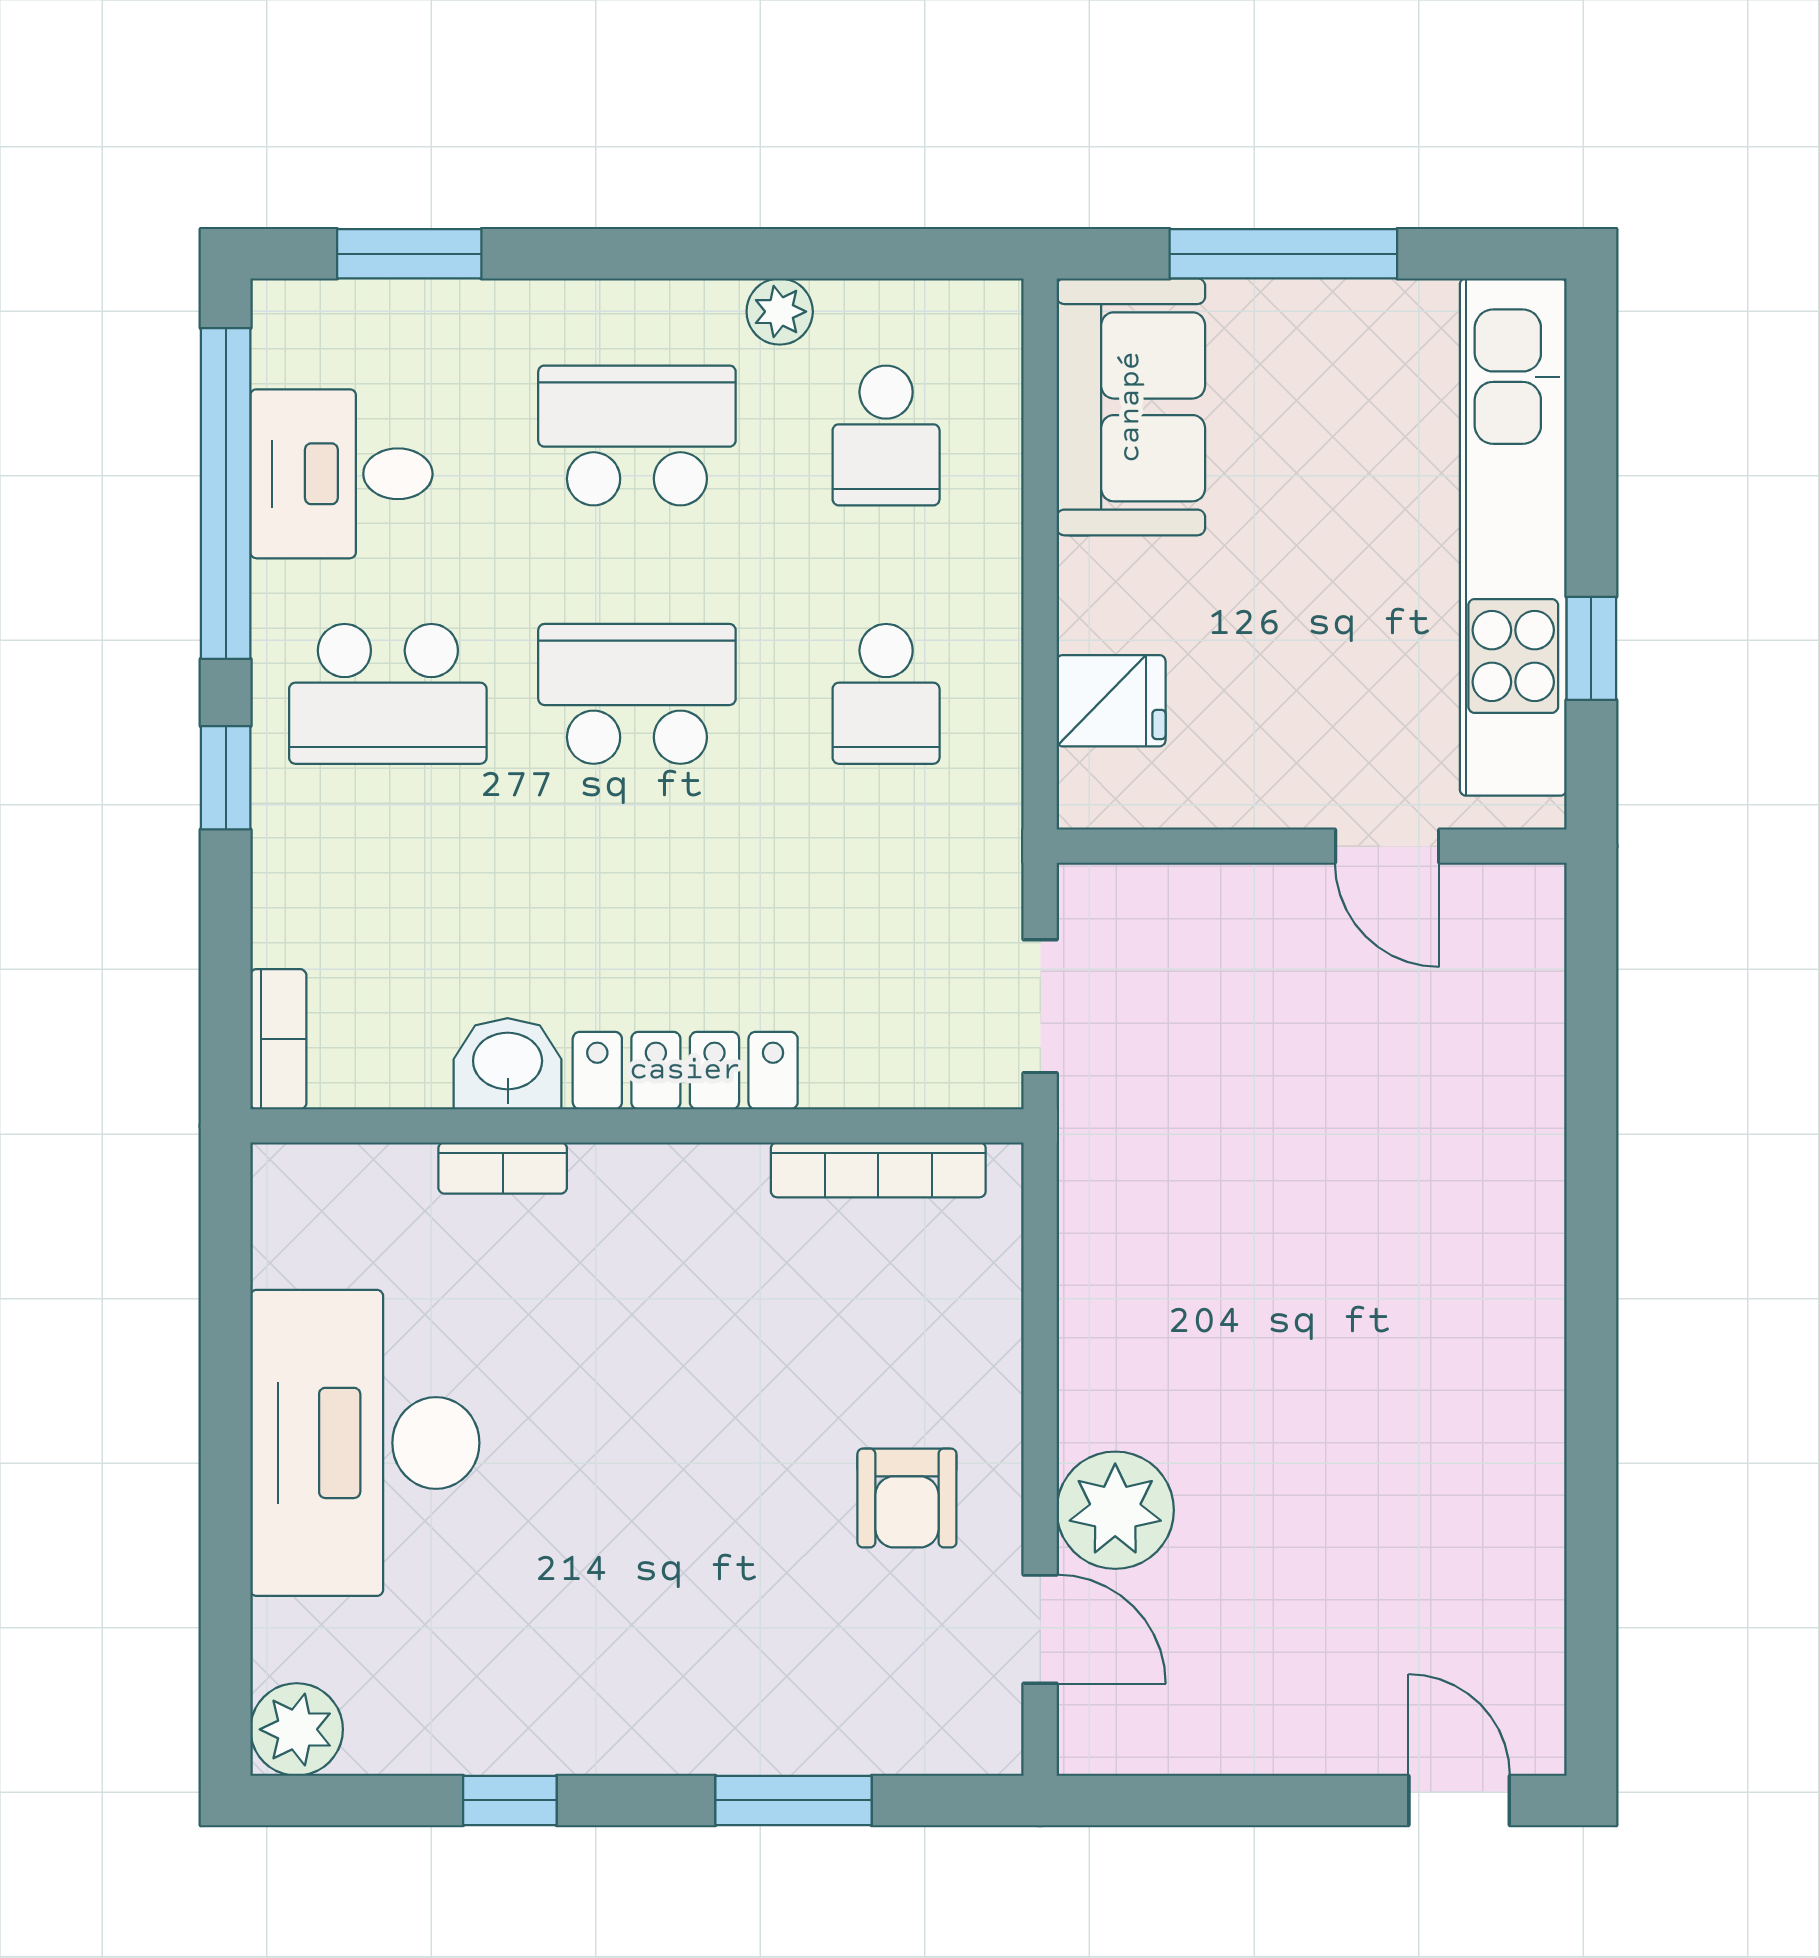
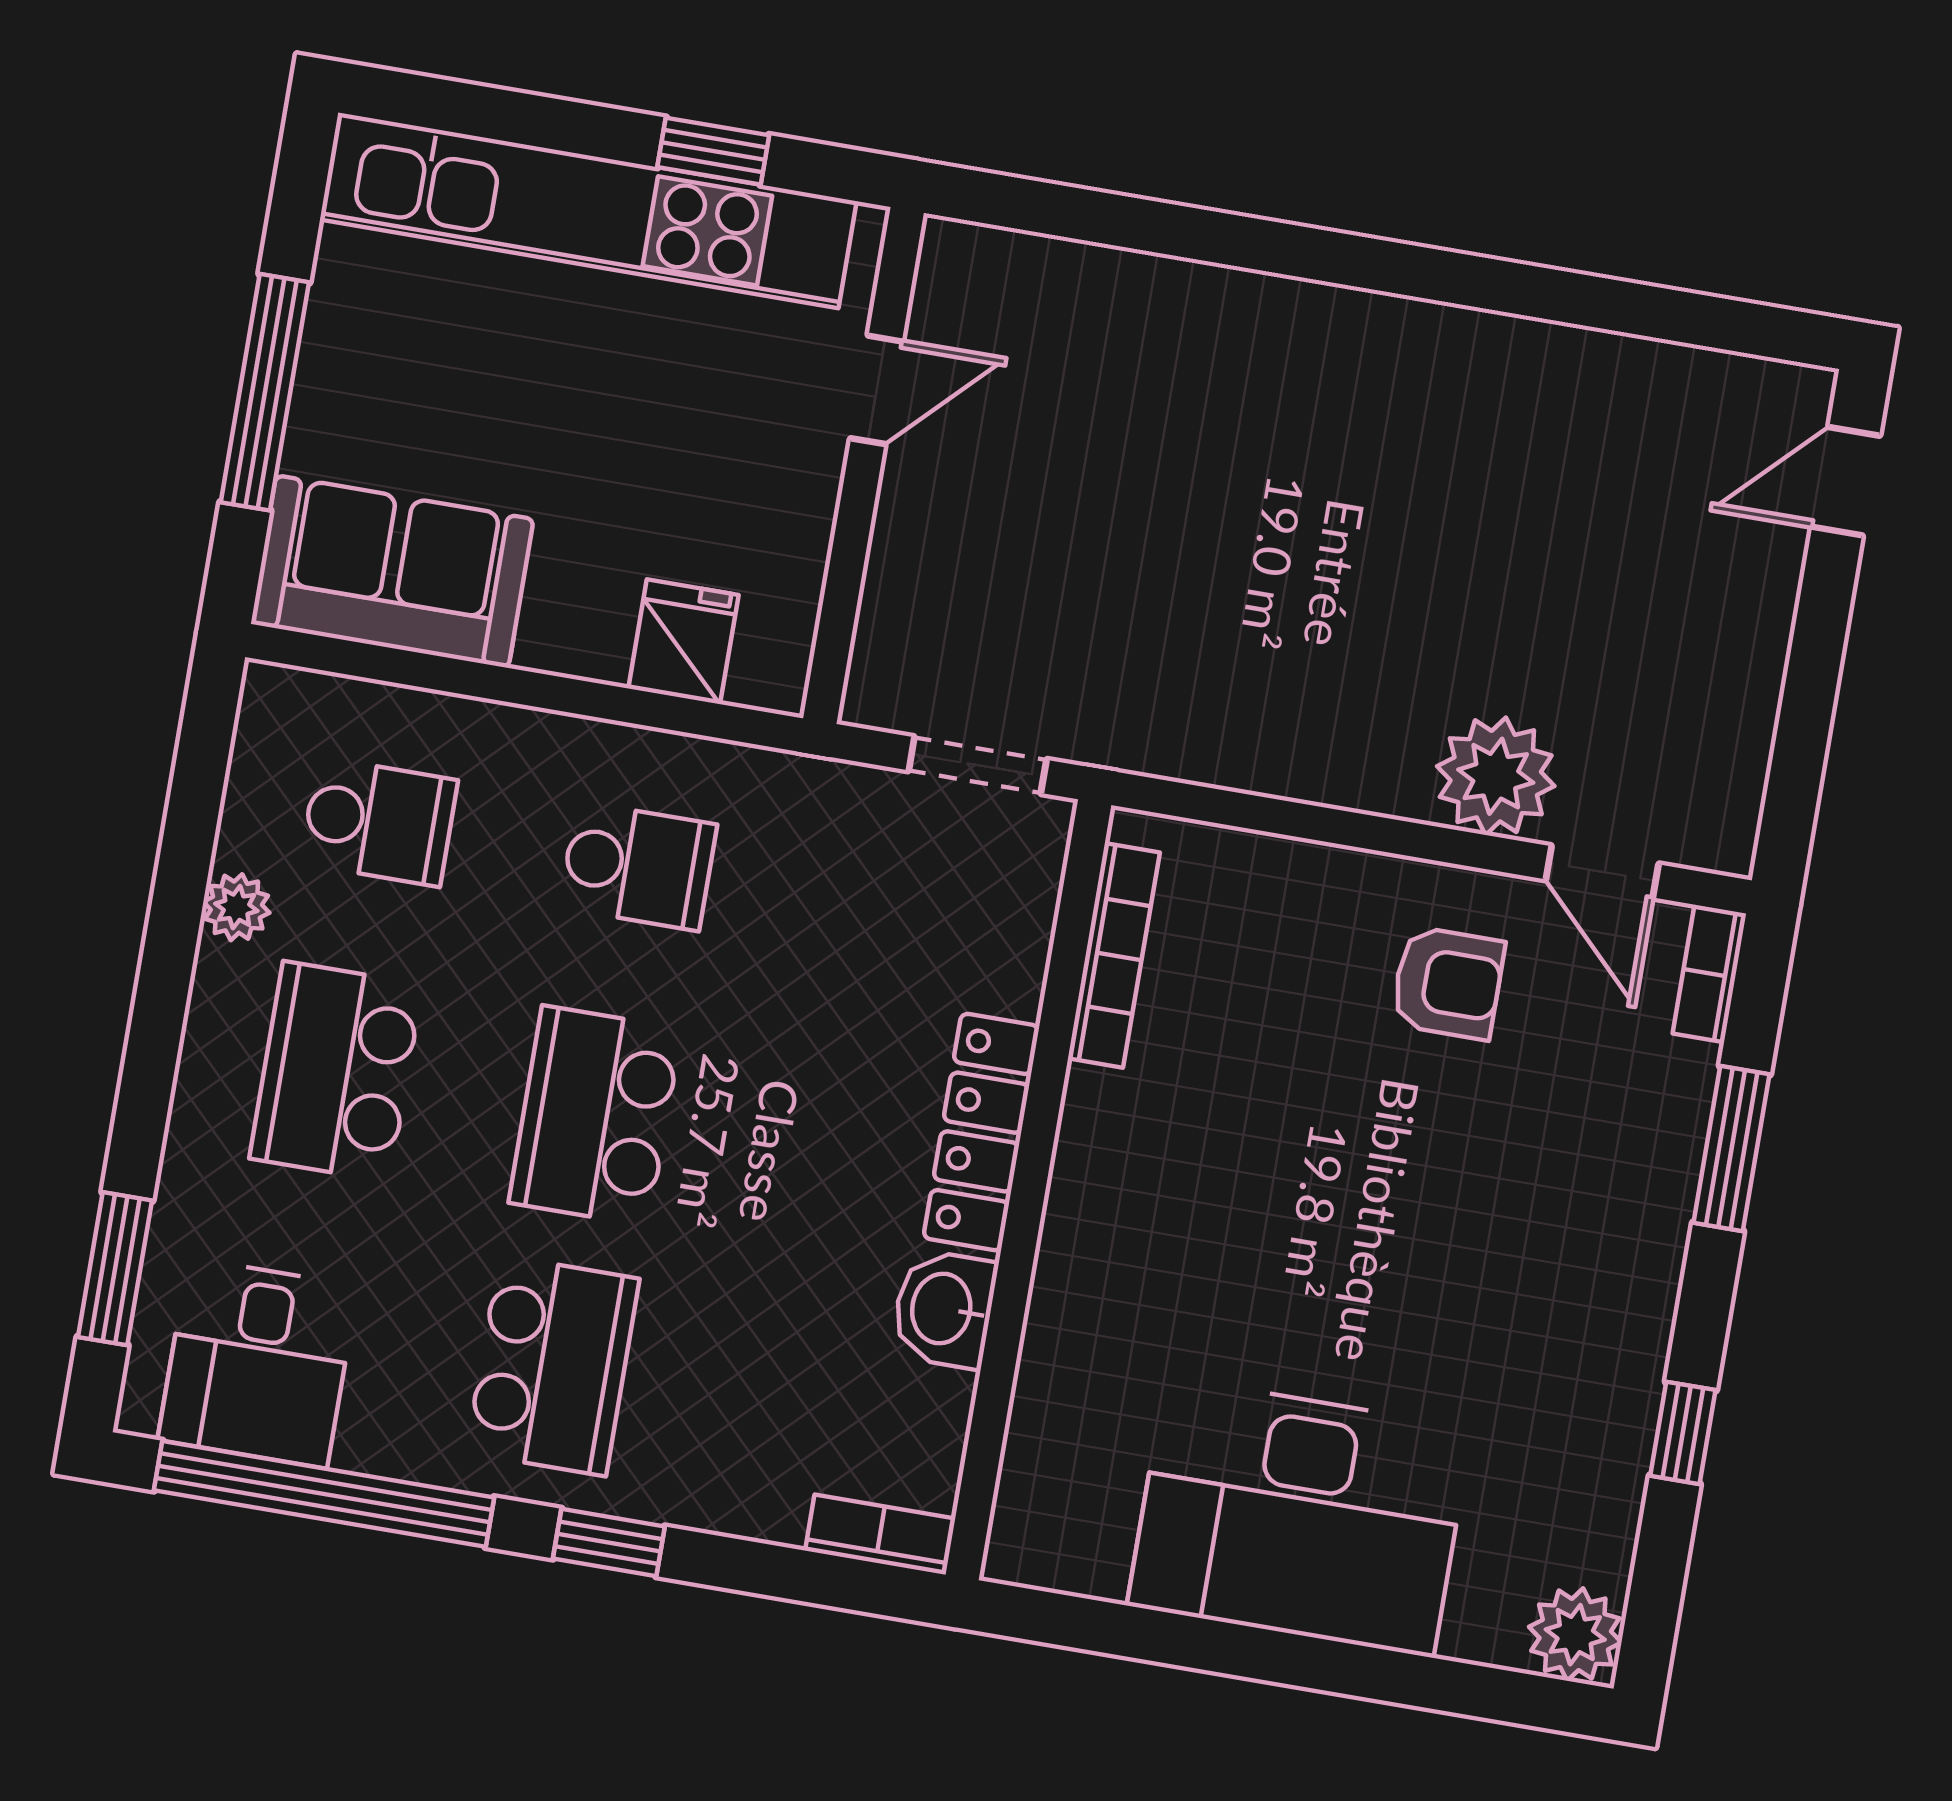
desk: (341, 474) -> (258, 1363), moved
bookcase: (503, 1168) -> (1709, 974), moved, turned 180
door: (1040, 1629) -> (1602, 872), swing flipped

